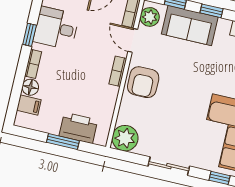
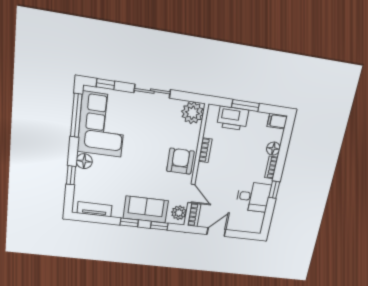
bookcase: (118, 71) -> (205, 150), moved
filing cabinet: (29, 105) -> (277, 121), moved

